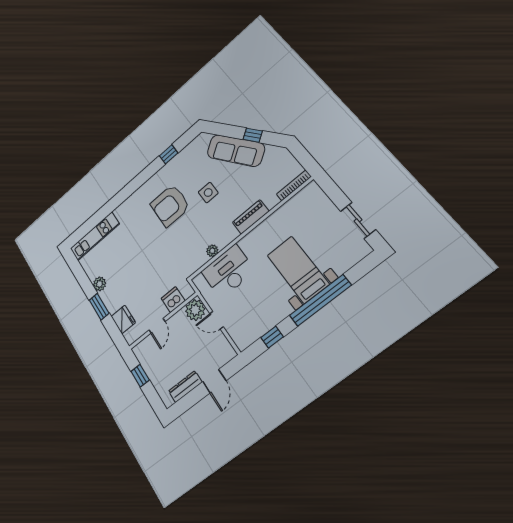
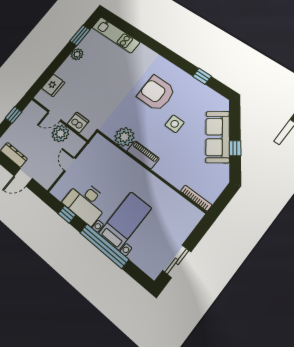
piano: (251, 217) -> (143, 155), moved
plant: (212, 251) -> (125, 137), width x1.88, depth x1.88
desk: (228, 271) -> (86, 202), moved, turned 180
window: (99, 307) -> (80, 35), moved
plant: (195, 310) -> (60, 133), moved

